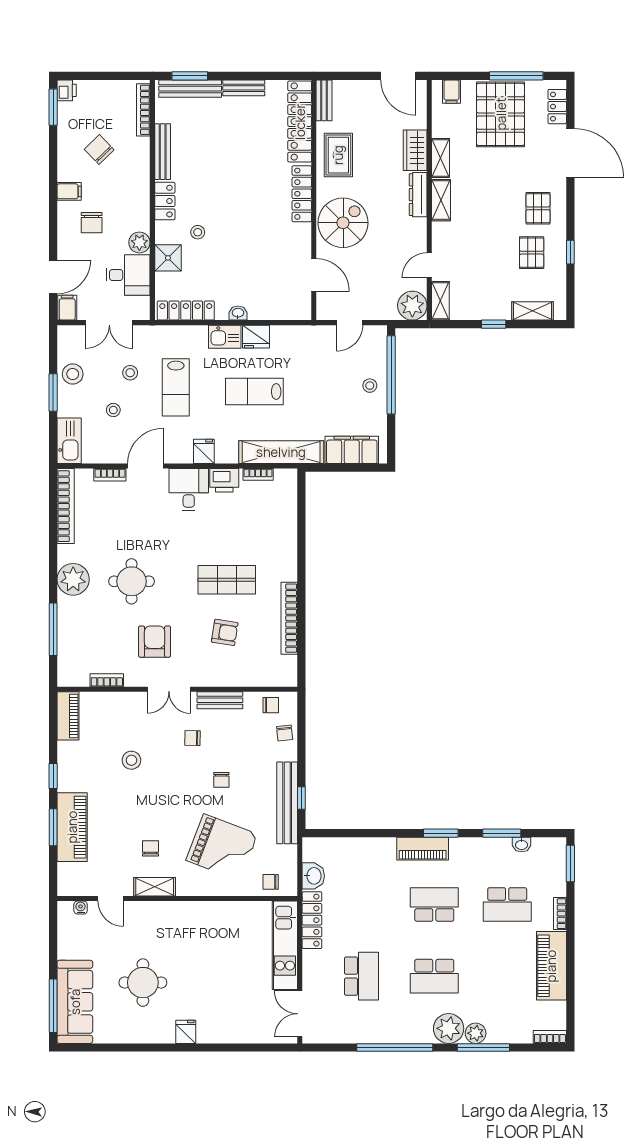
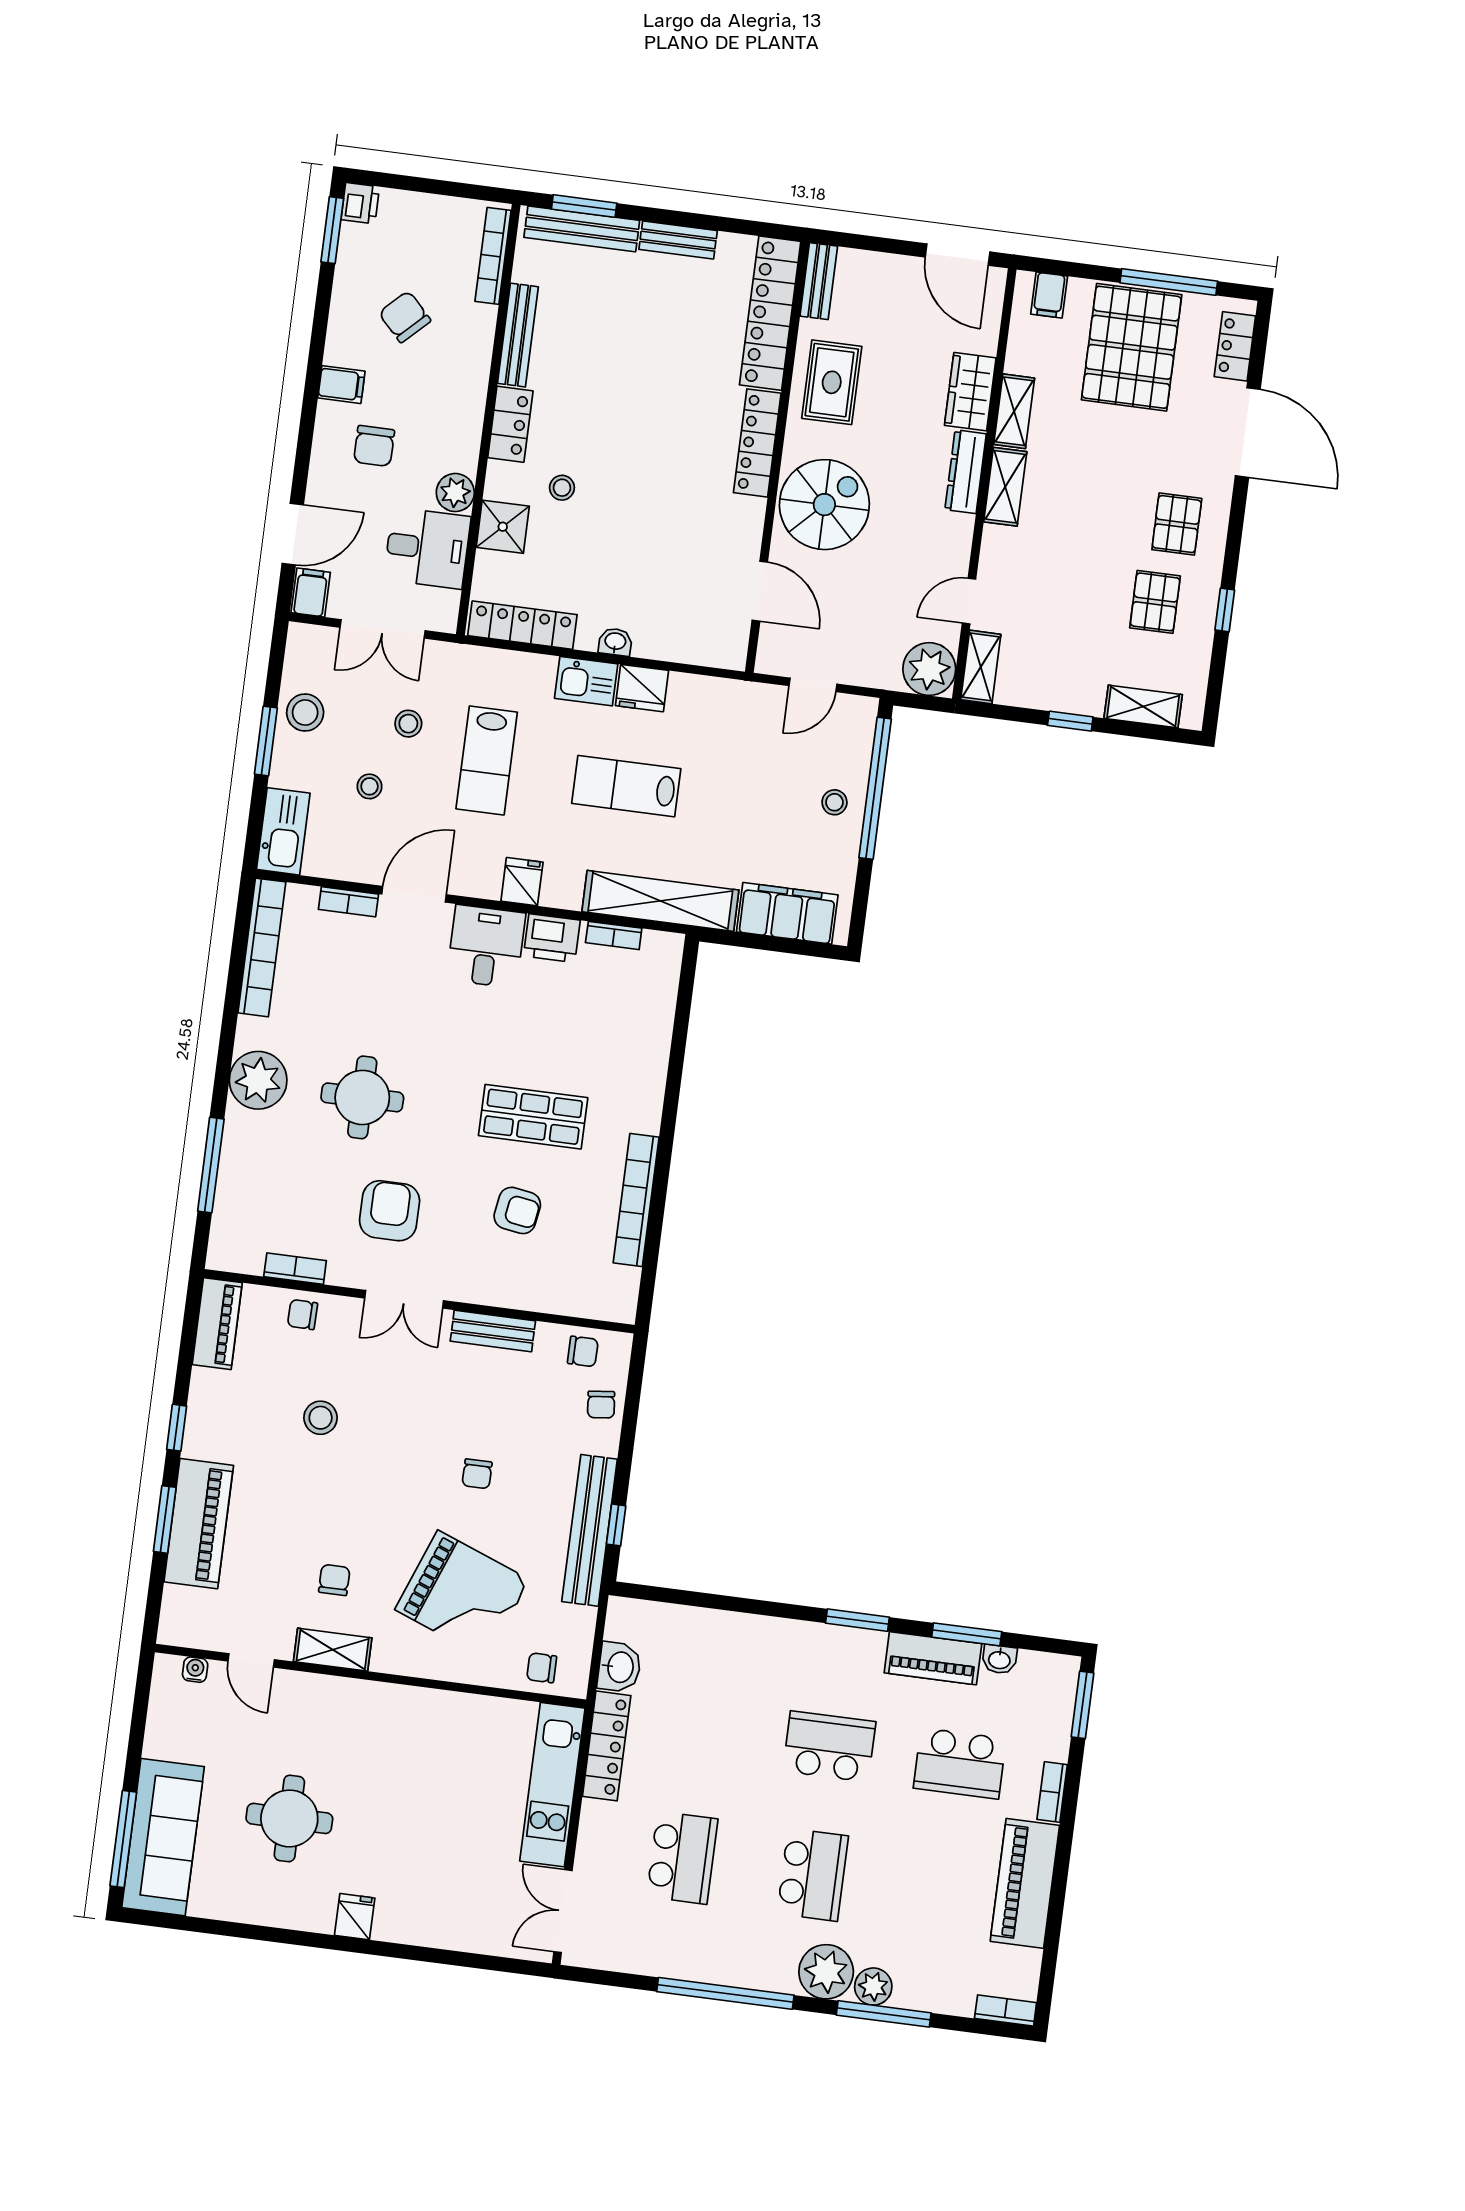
chair: (192, 738) -> (303, 1314), moved
piano: (423, 849) -> (933, 1658), moved
school desk: (434, 976) -> (813, 1875), turned -90

